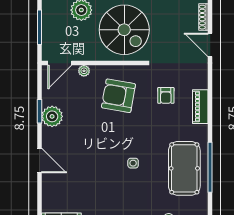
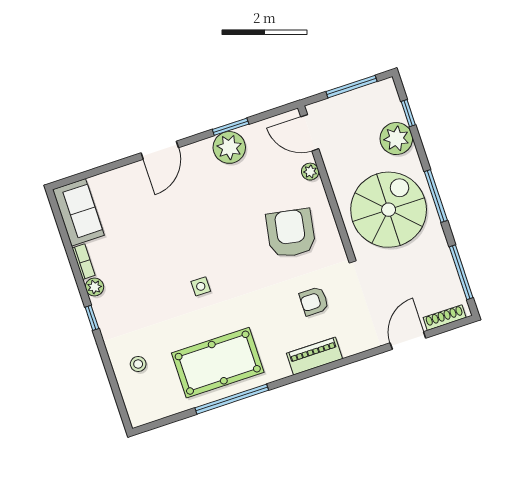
spiral stairs: (124, 30) -> (389, 210), turned 180

